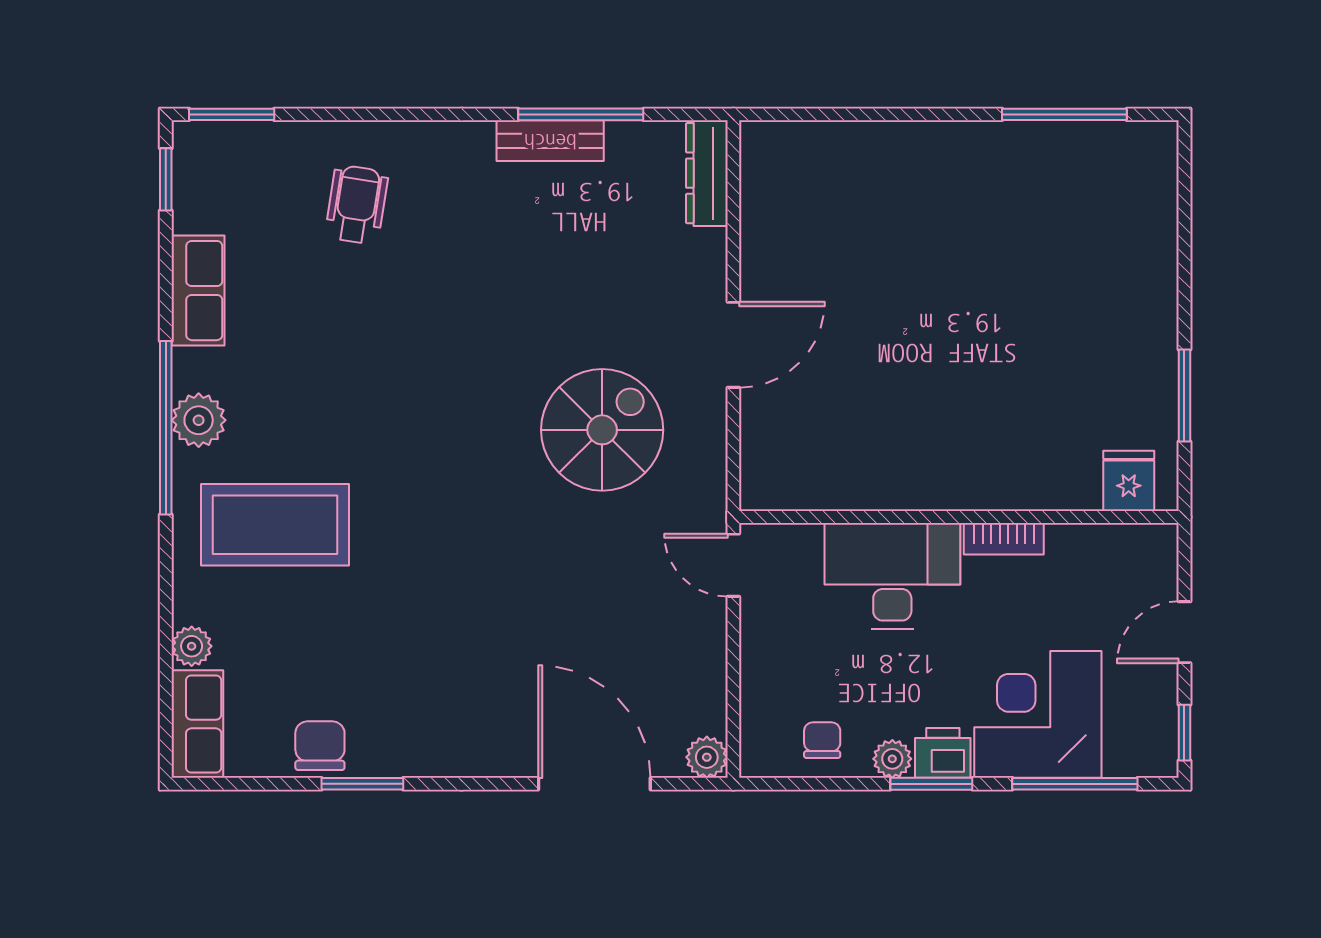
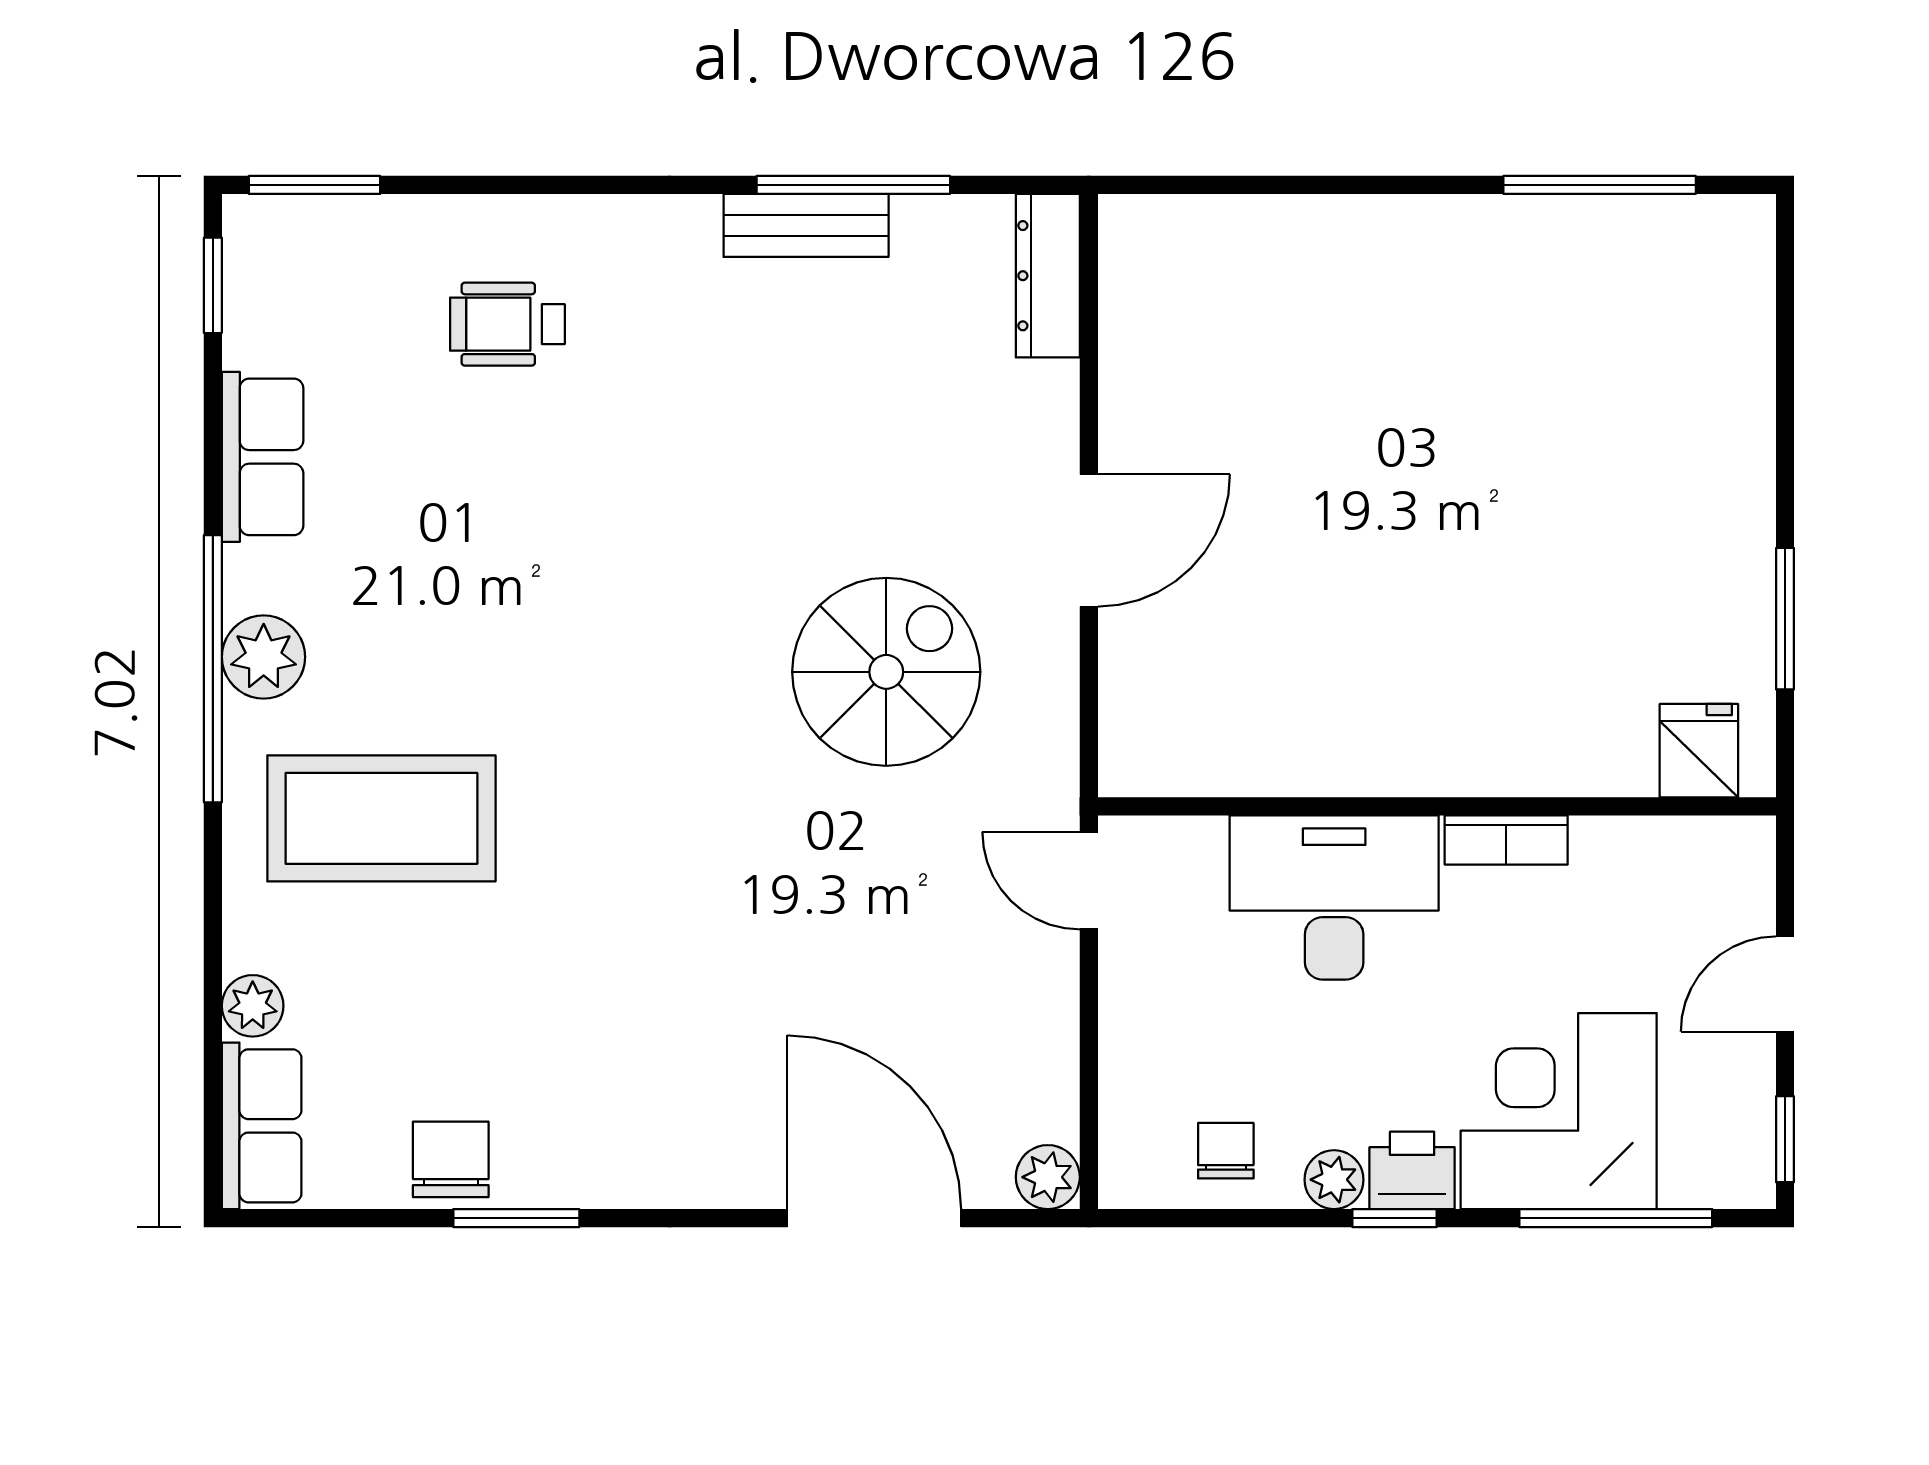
wheelchair: (357, 205) -> (507, 324), turned -99
window: (931, 784) -> (1395, 1218), width x0.67

